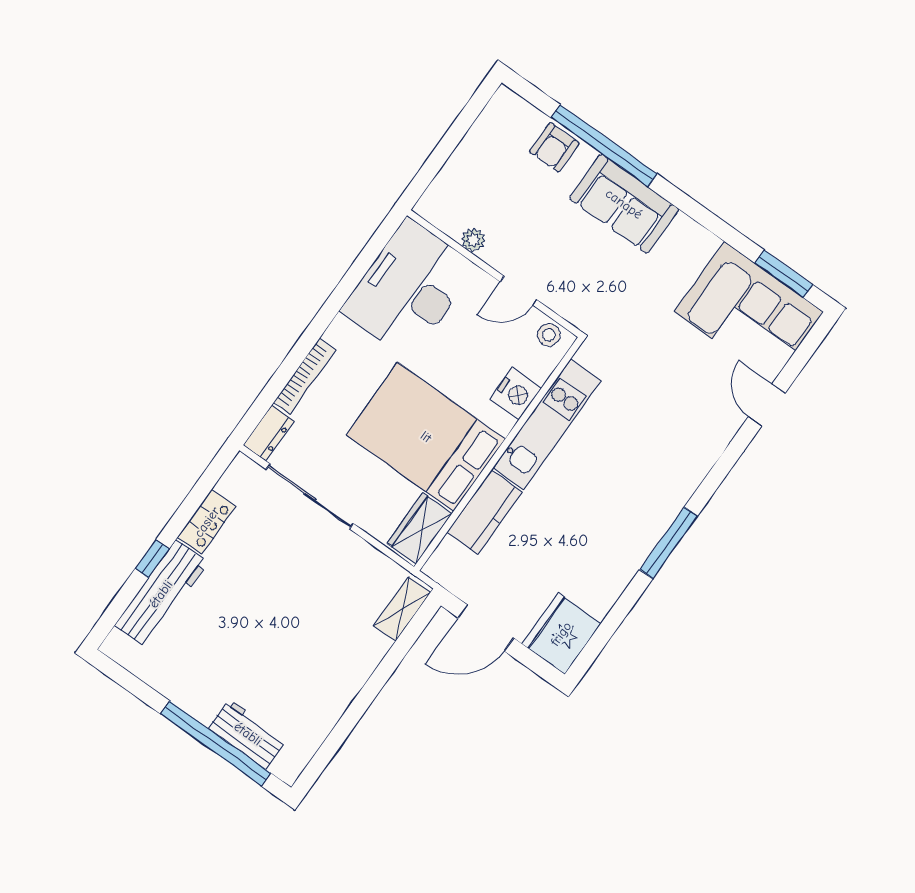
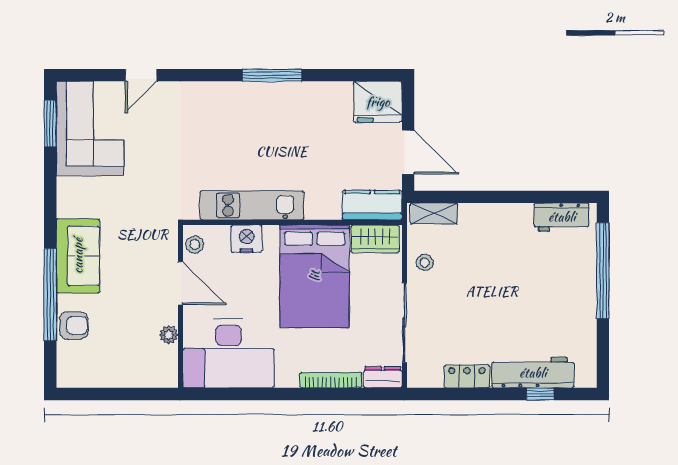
door: (519, 291) -> (180, 283), width x1.38
kitchen counter: (485, 512) -> (372, 205), moved
window: (152, 559) -> (540, 394), moved
stool: (358, 563) -> (425, 263), added
workbench: (248, 734) -> (562, 217), moved, turned -90

